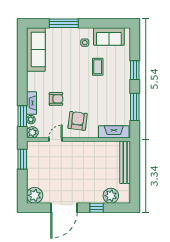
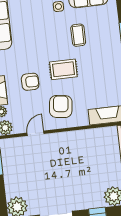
rug: (83, 92) -> (63, 69), added

